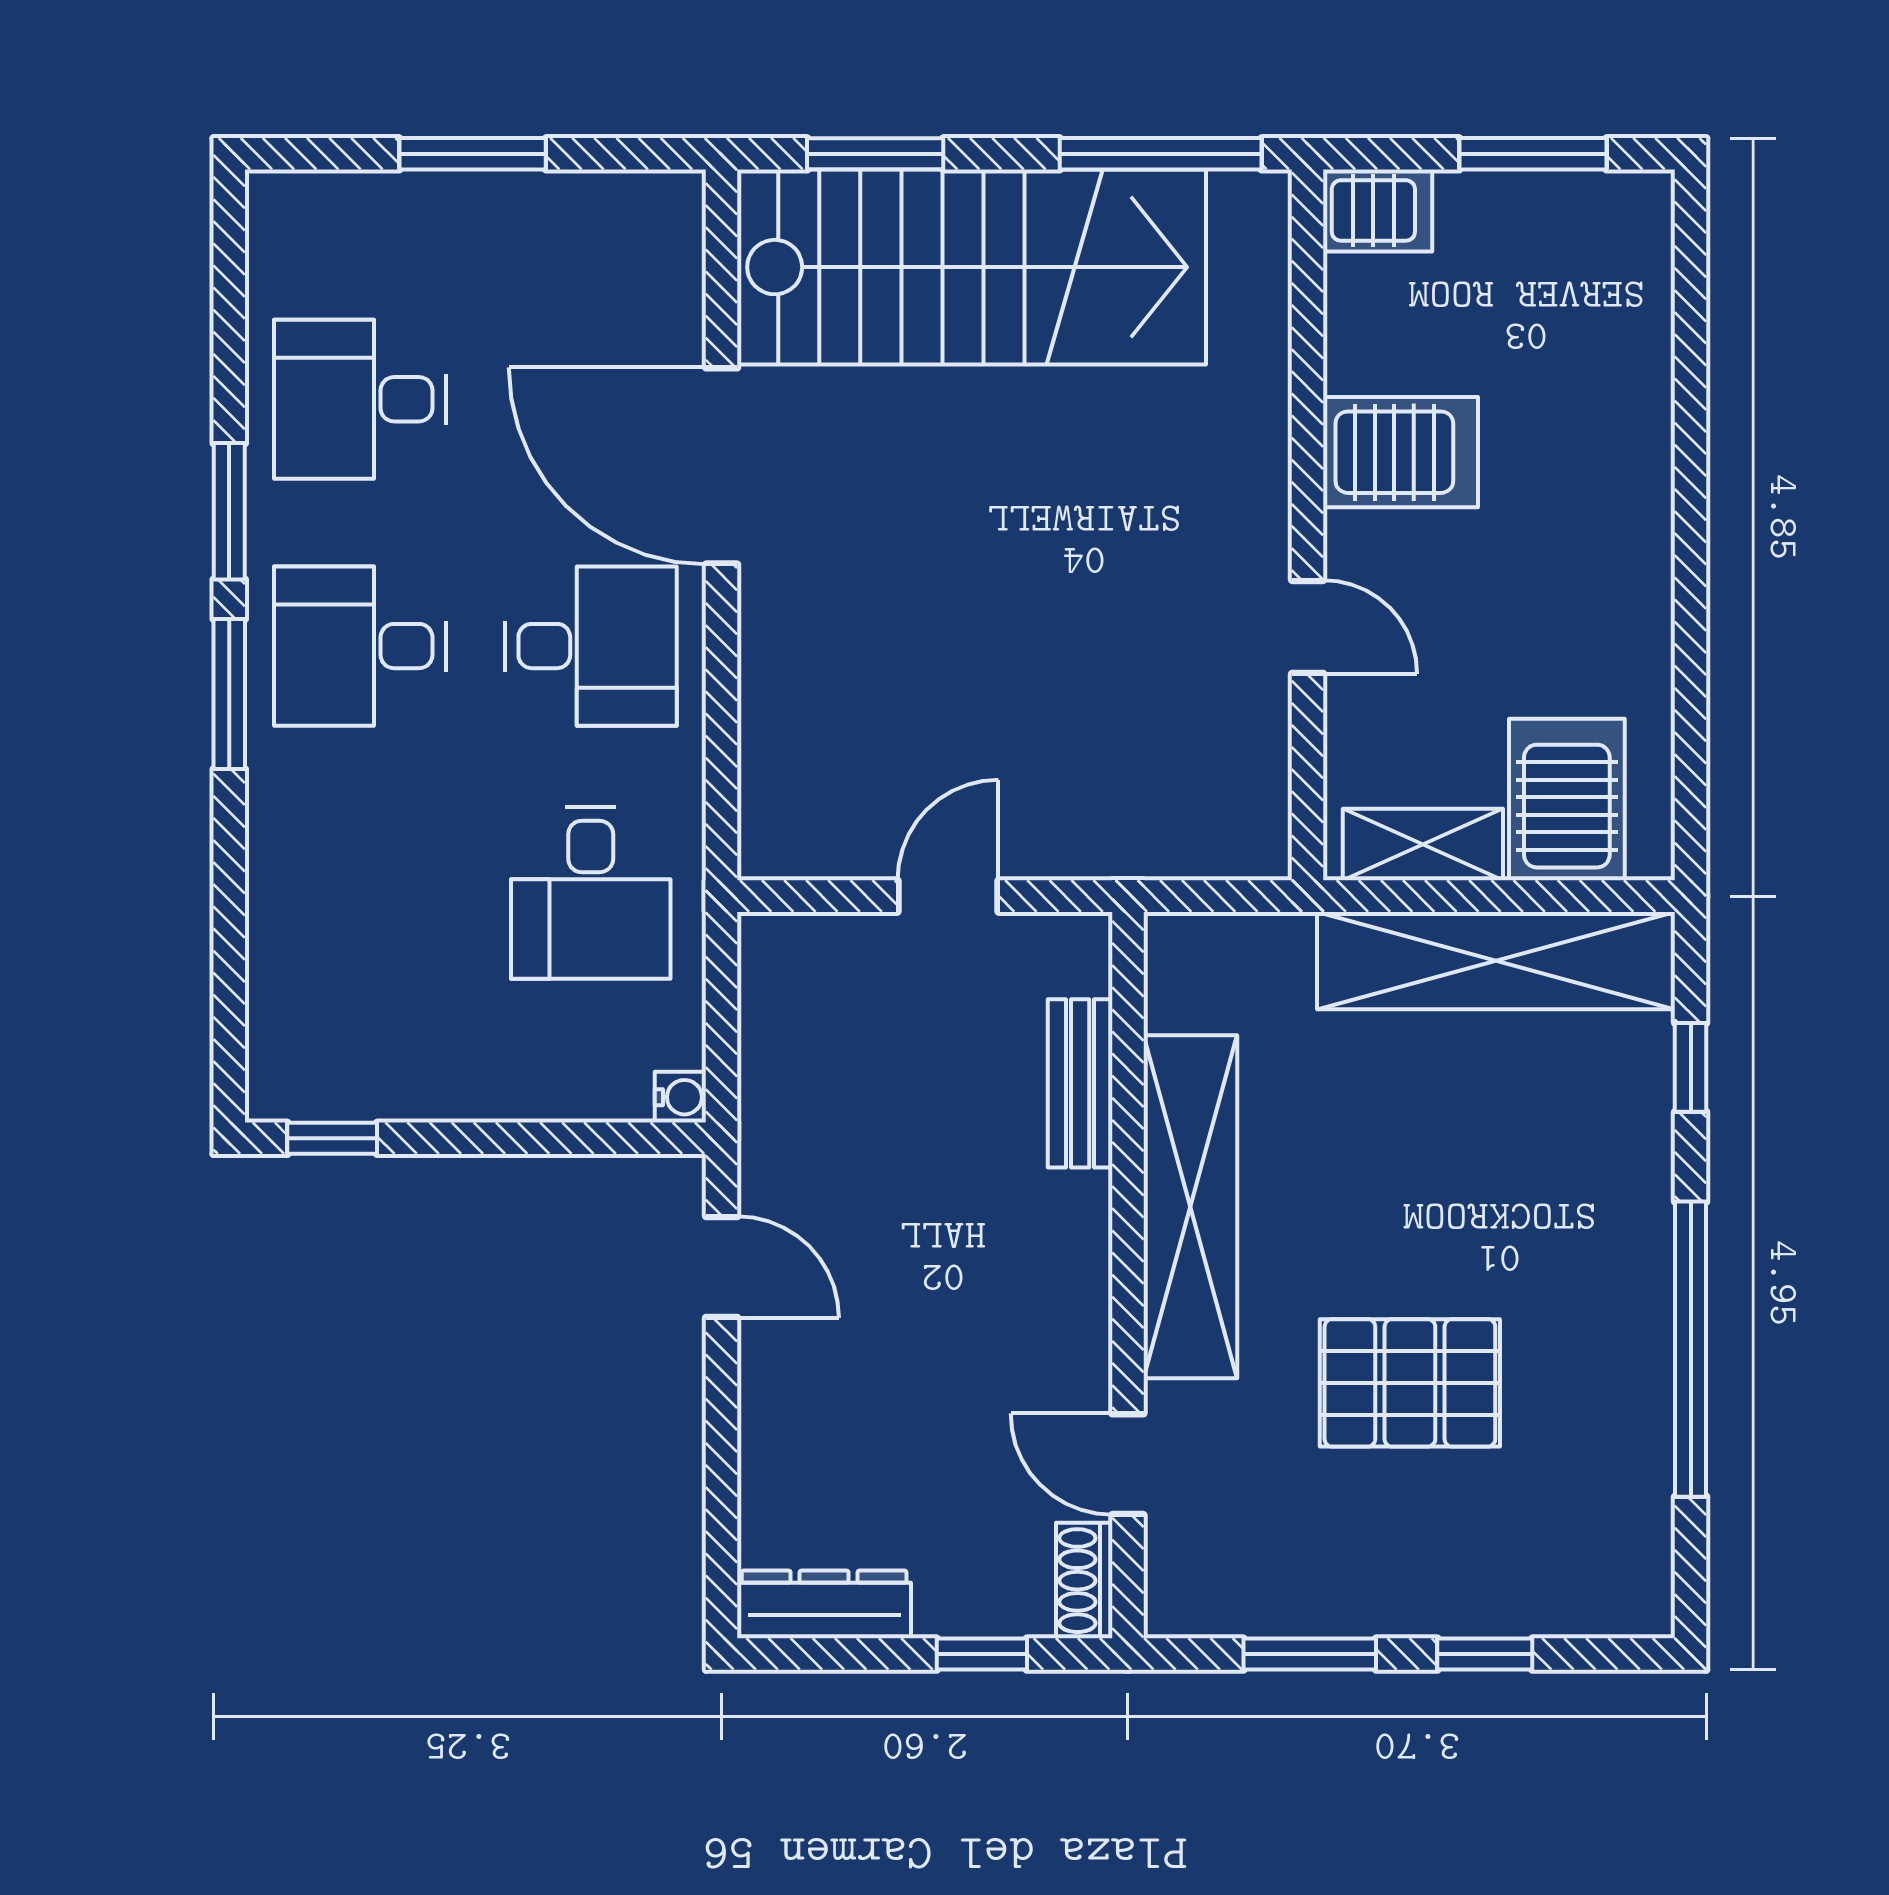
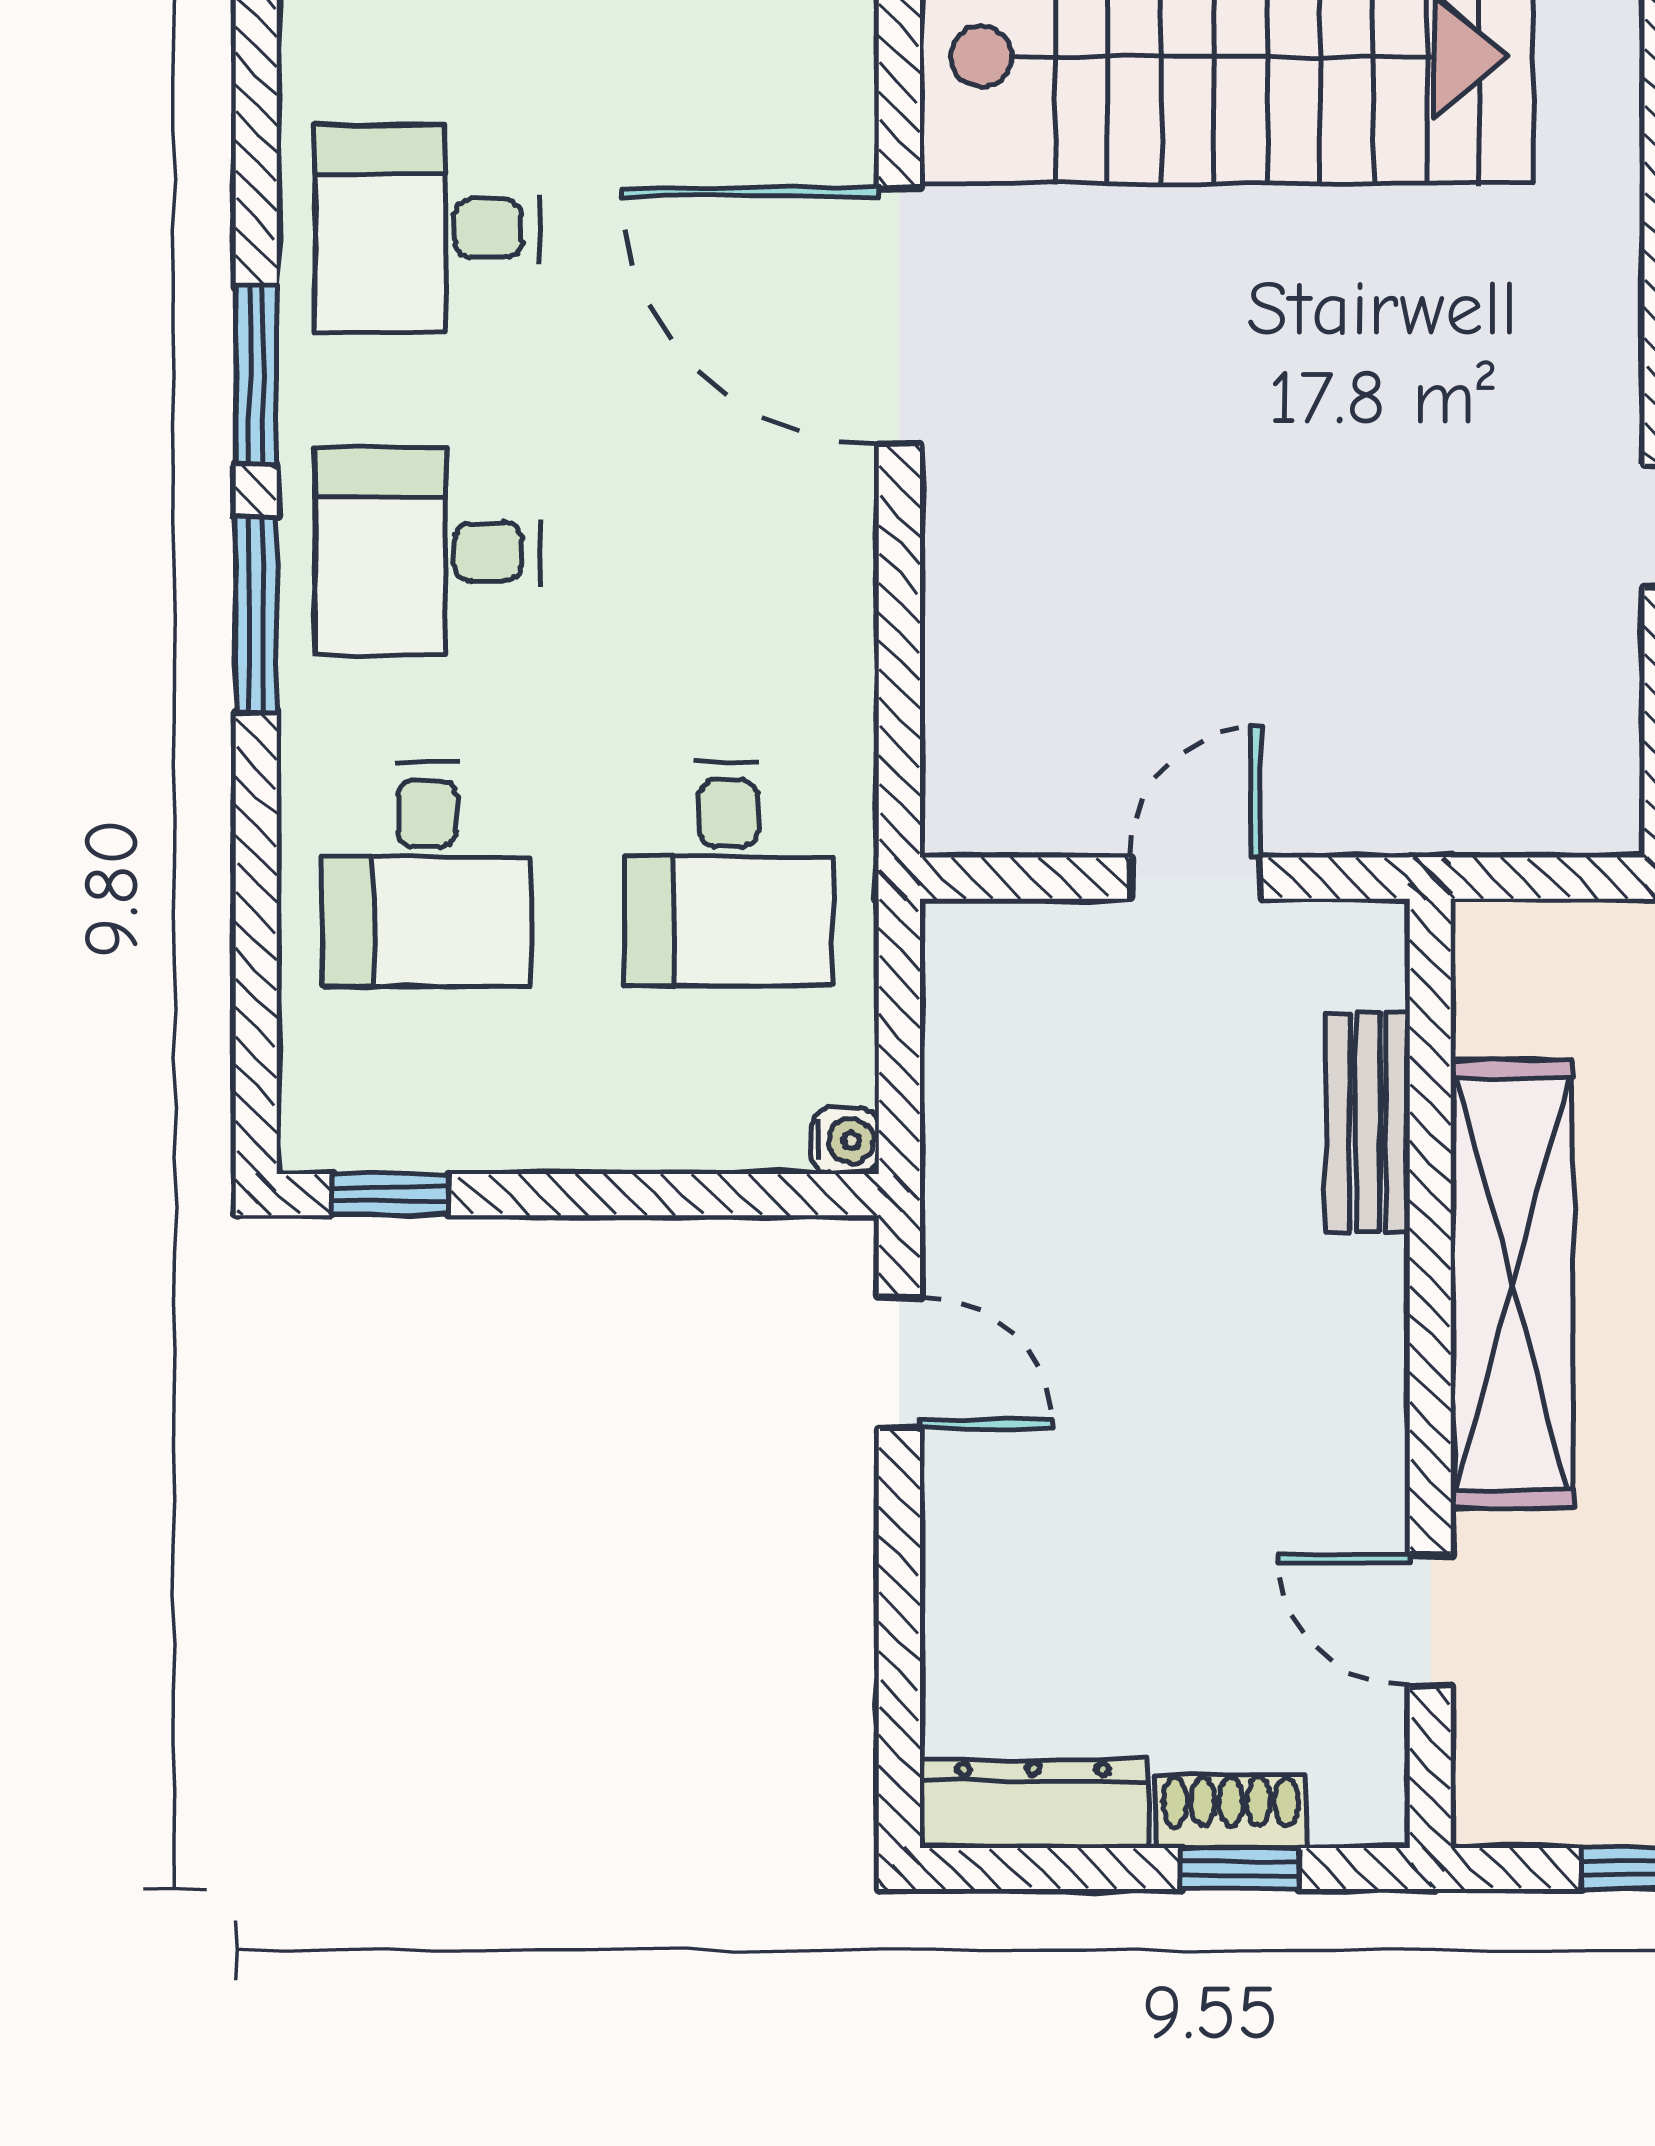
desk: (591, 646) -> (427, 874), moved, turned 90
shoe rack: (1084, 1581) -> (1231, 1811), moved, turned 90

